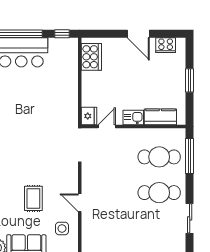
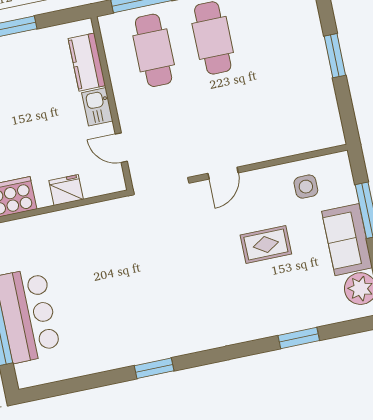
fridge: (89, 116) -> (66, 190), moved
door: (80, 203) -> (223, 173), moved

